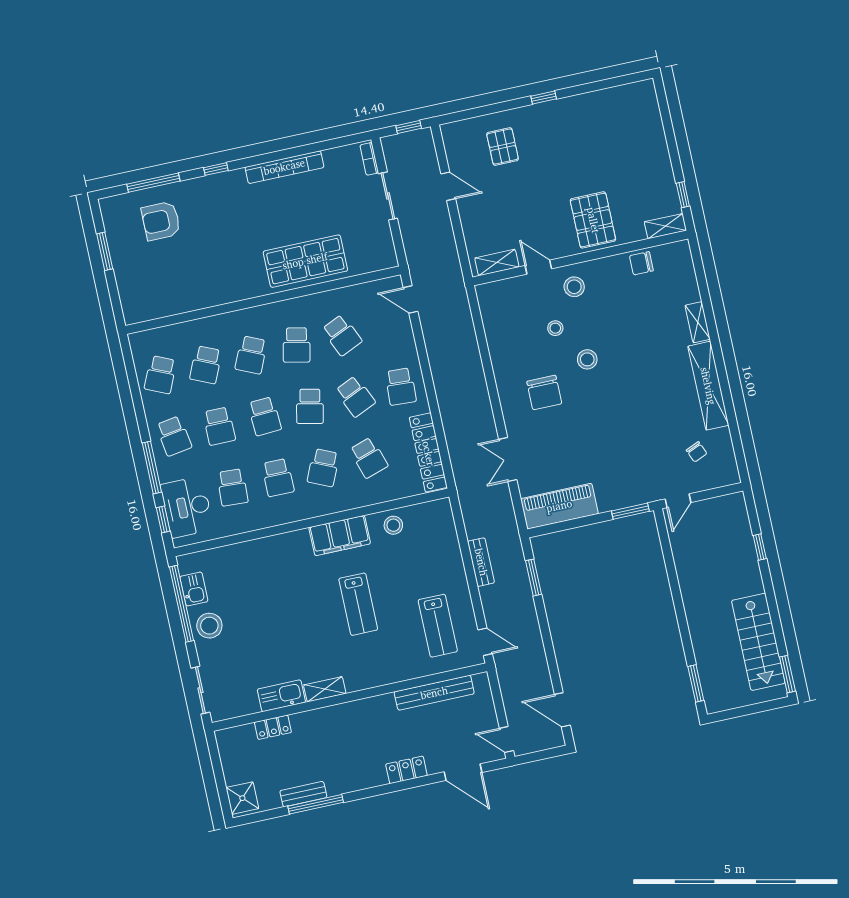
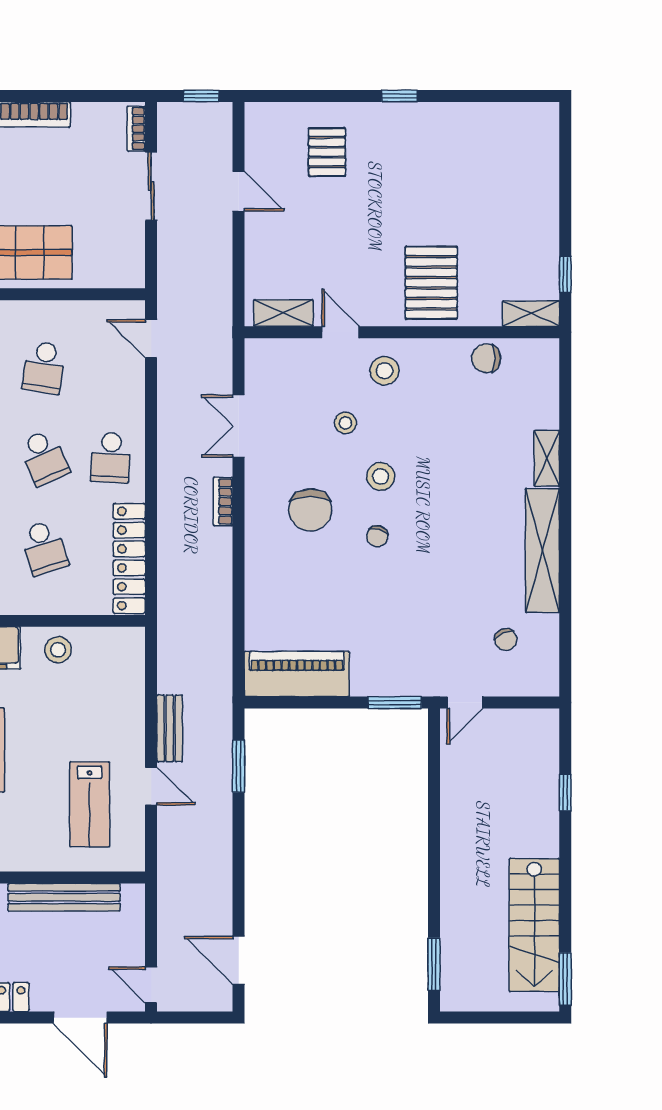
school desk: (342, 335) -> (44, 367), turned 33
bookcase: (484, 400) -> (223, 501), added
chair: (594, 401) -> (377, 536), added
double door: (508, 459) -> (239, 426), moved
door: (485, 642) -> (151, 786), moved

